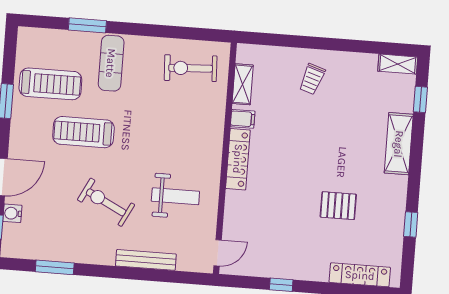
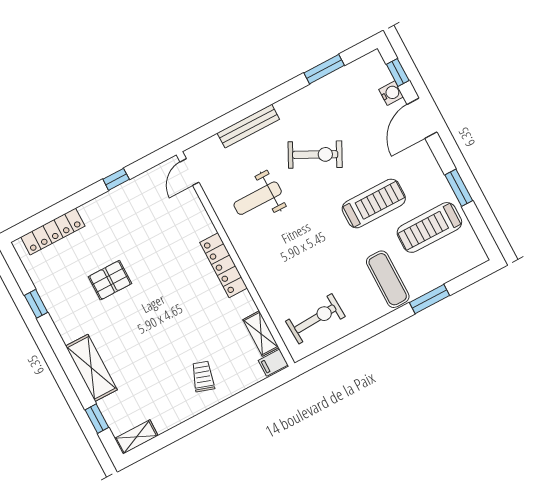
filing cabinet: (243, 119) -> (273, 363), moved

